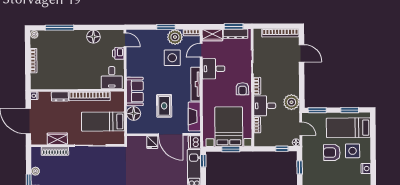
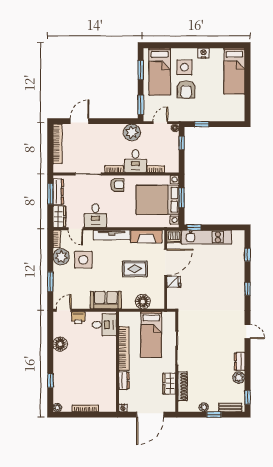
window: (166, 27) -> (50, 282), moved
window: (60, 28) -> (50, 380), width x0.46
sofa: (135, 91) -> (106, 300), moved

